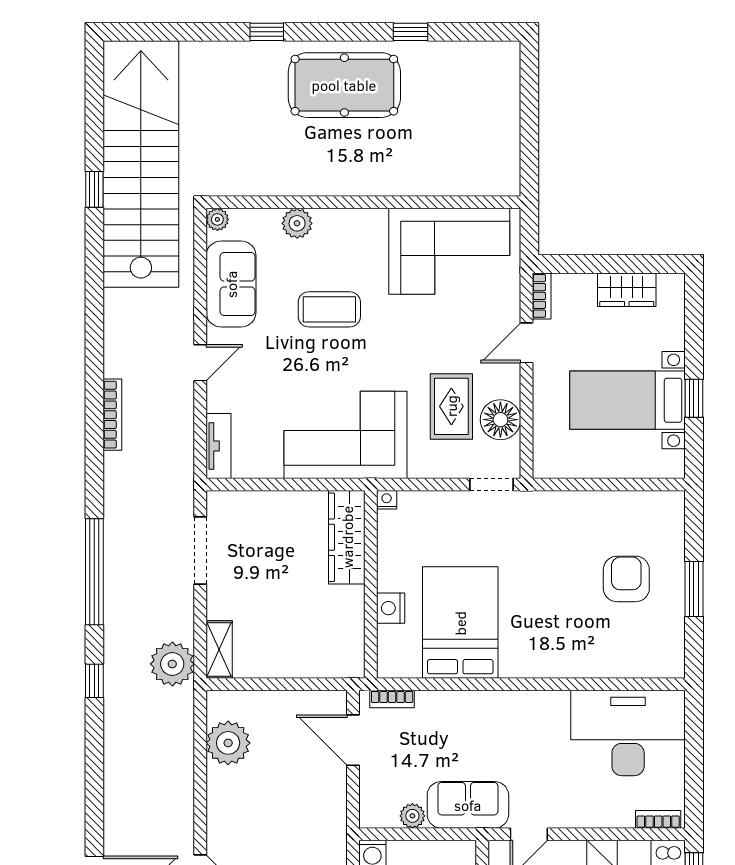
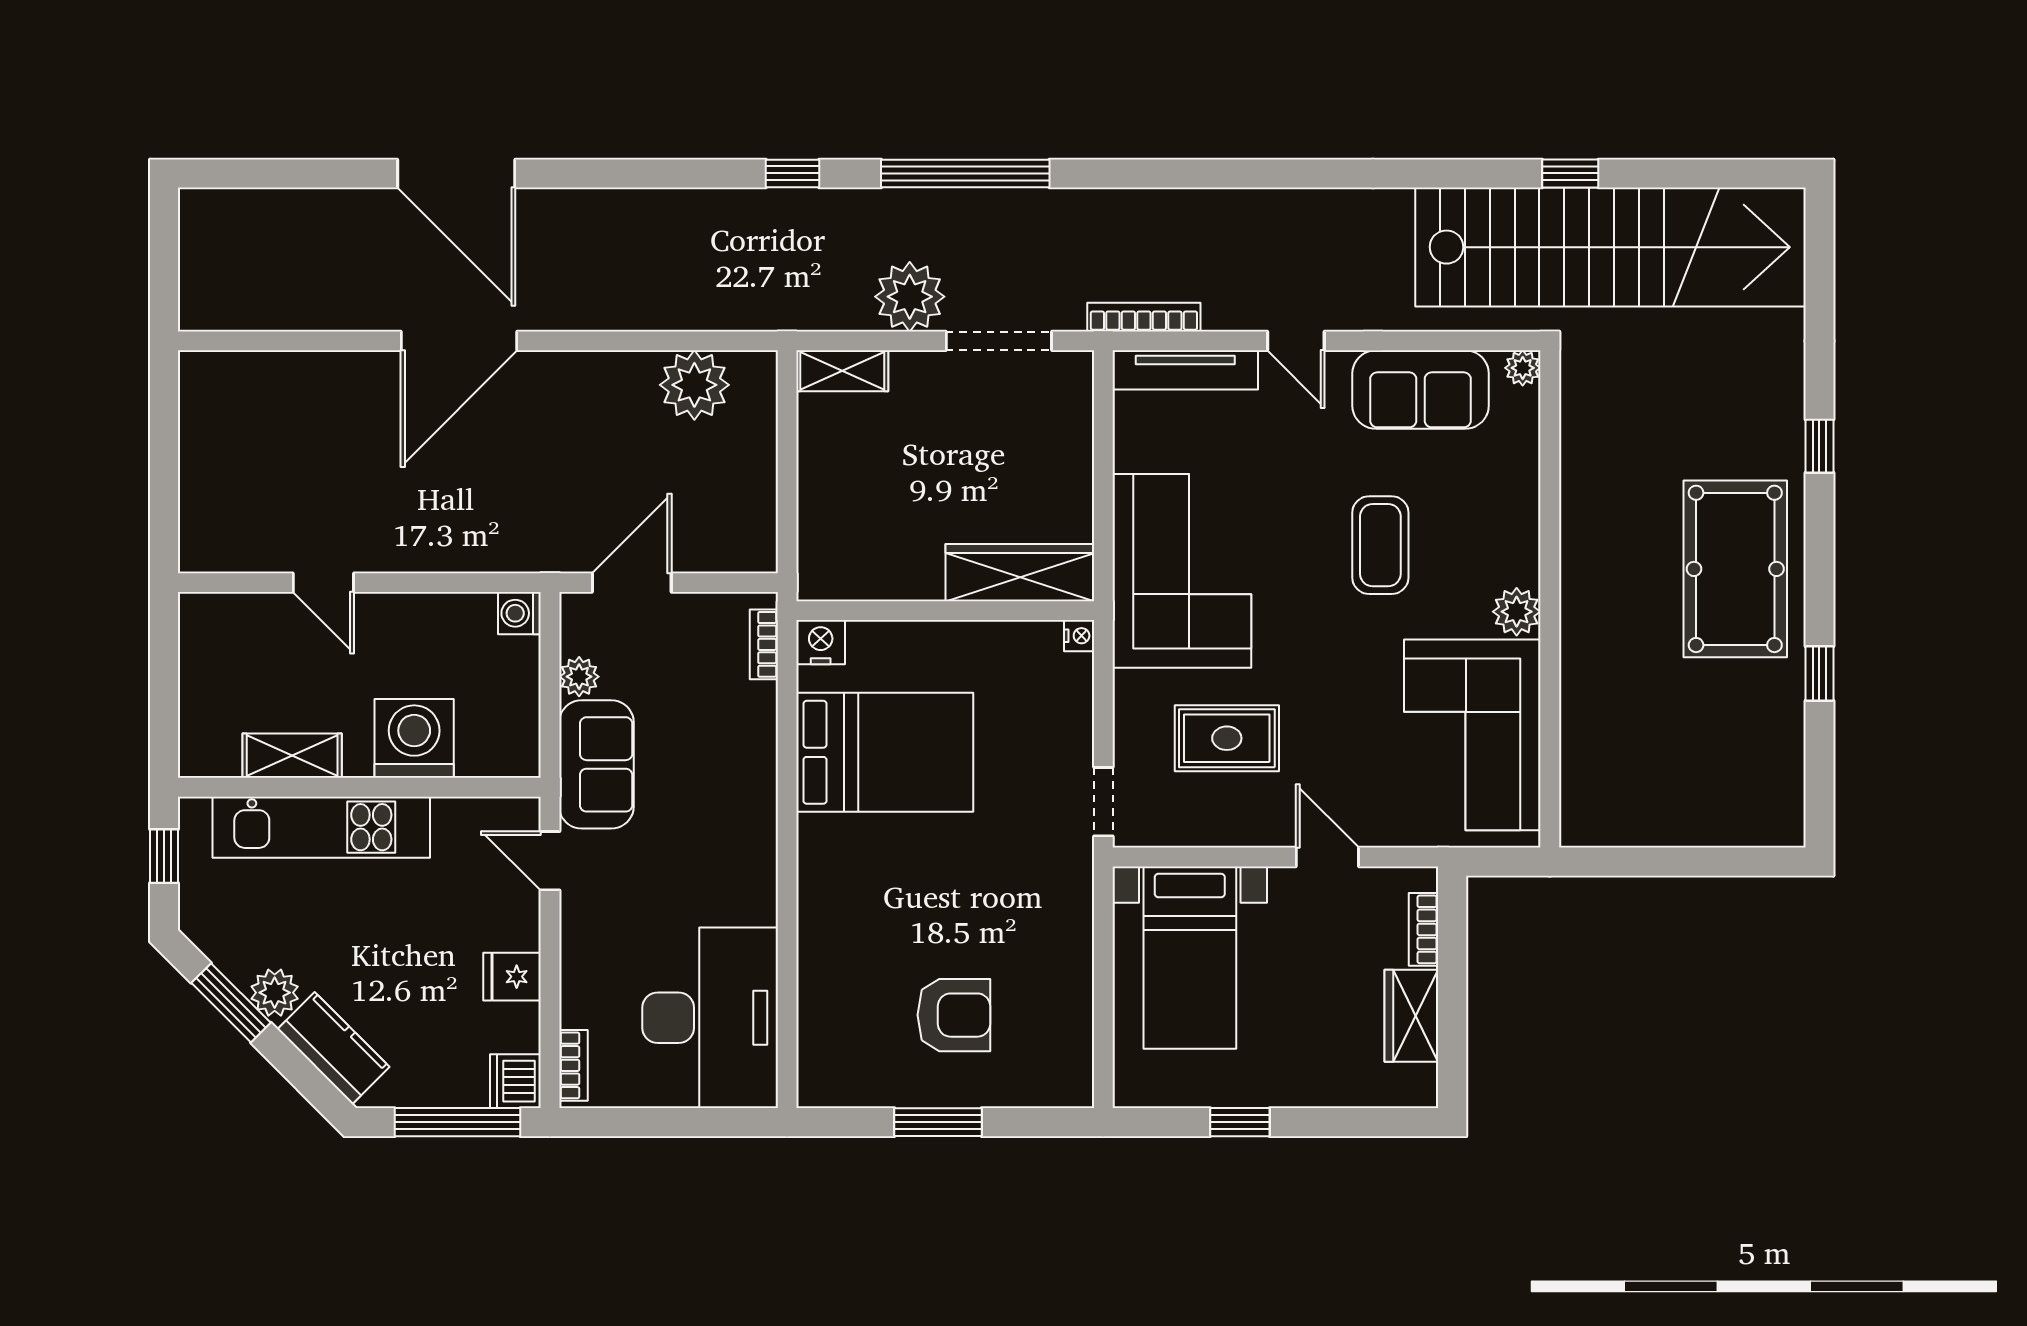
plant: (297, 223) -> (1517, 612), moved
bookcase: (542, 296) -> (1424, 929), moved, turned 90
bed with nightstands: (627, 400) -> (1190, 958), moved, turned 180
bookcase: (112, 415) -> (1144, 317), moved, turned 180
floor lamp: (500, 420) -> (1206, 816), removed
tv unit: (219, 446) -> (1185, 370), width x1.41
nightstand: (391, 608) -> (821, 642), moved
plant: (172, 664) -> (910, 297), moved
door: (353, 740) -> (632, 583), moved

